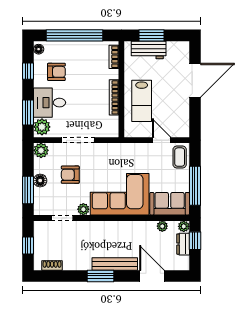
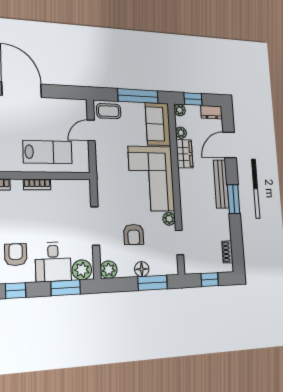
bookcase: (114, 97) -> (37, 184), width x0.64
wardrobe: (143, 228) -> (184, 154), added
dresser: (183, 244) -> (211, 112), moved

